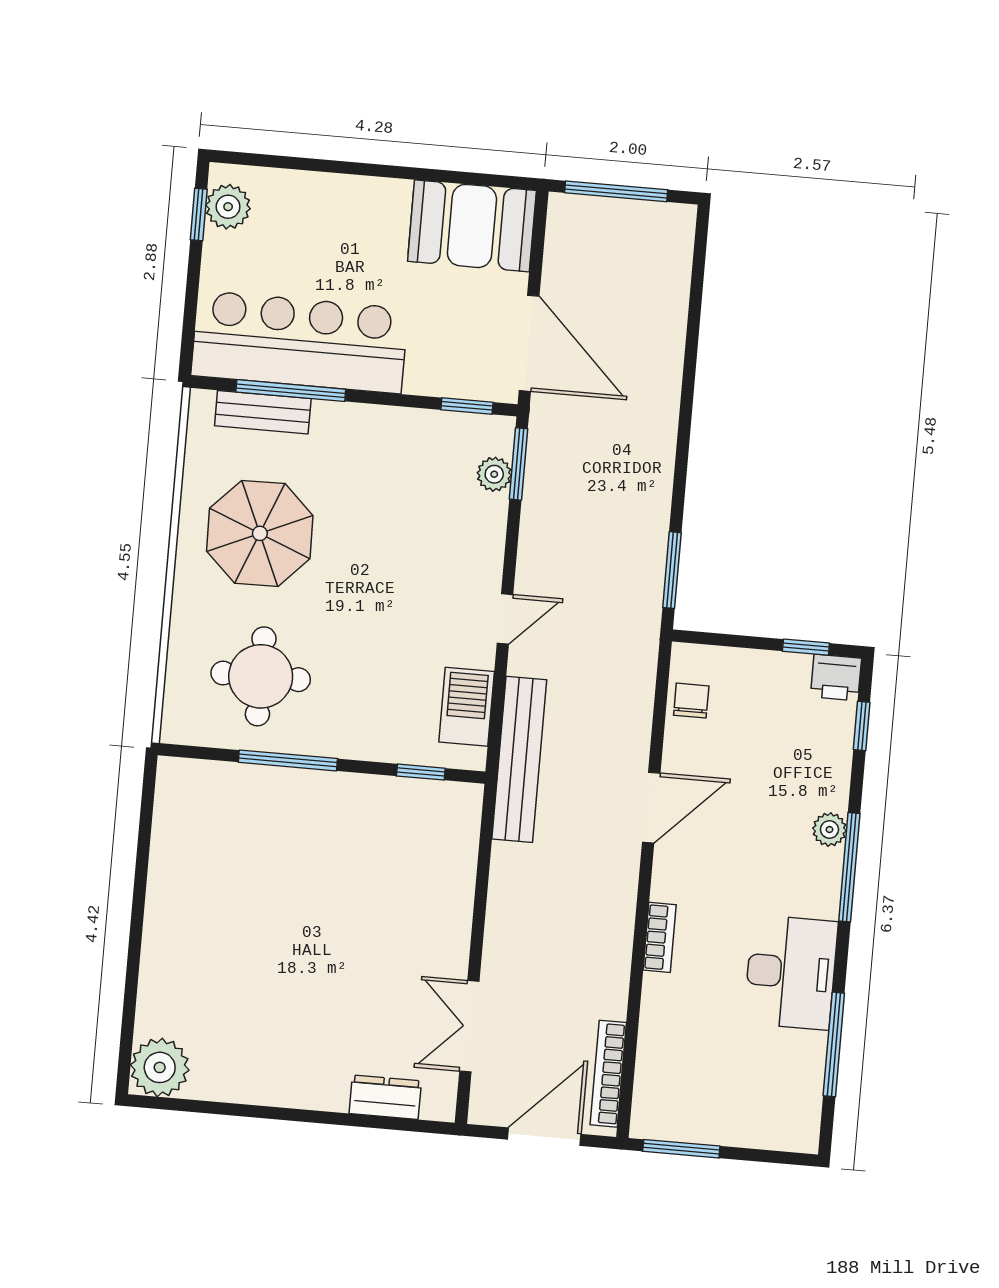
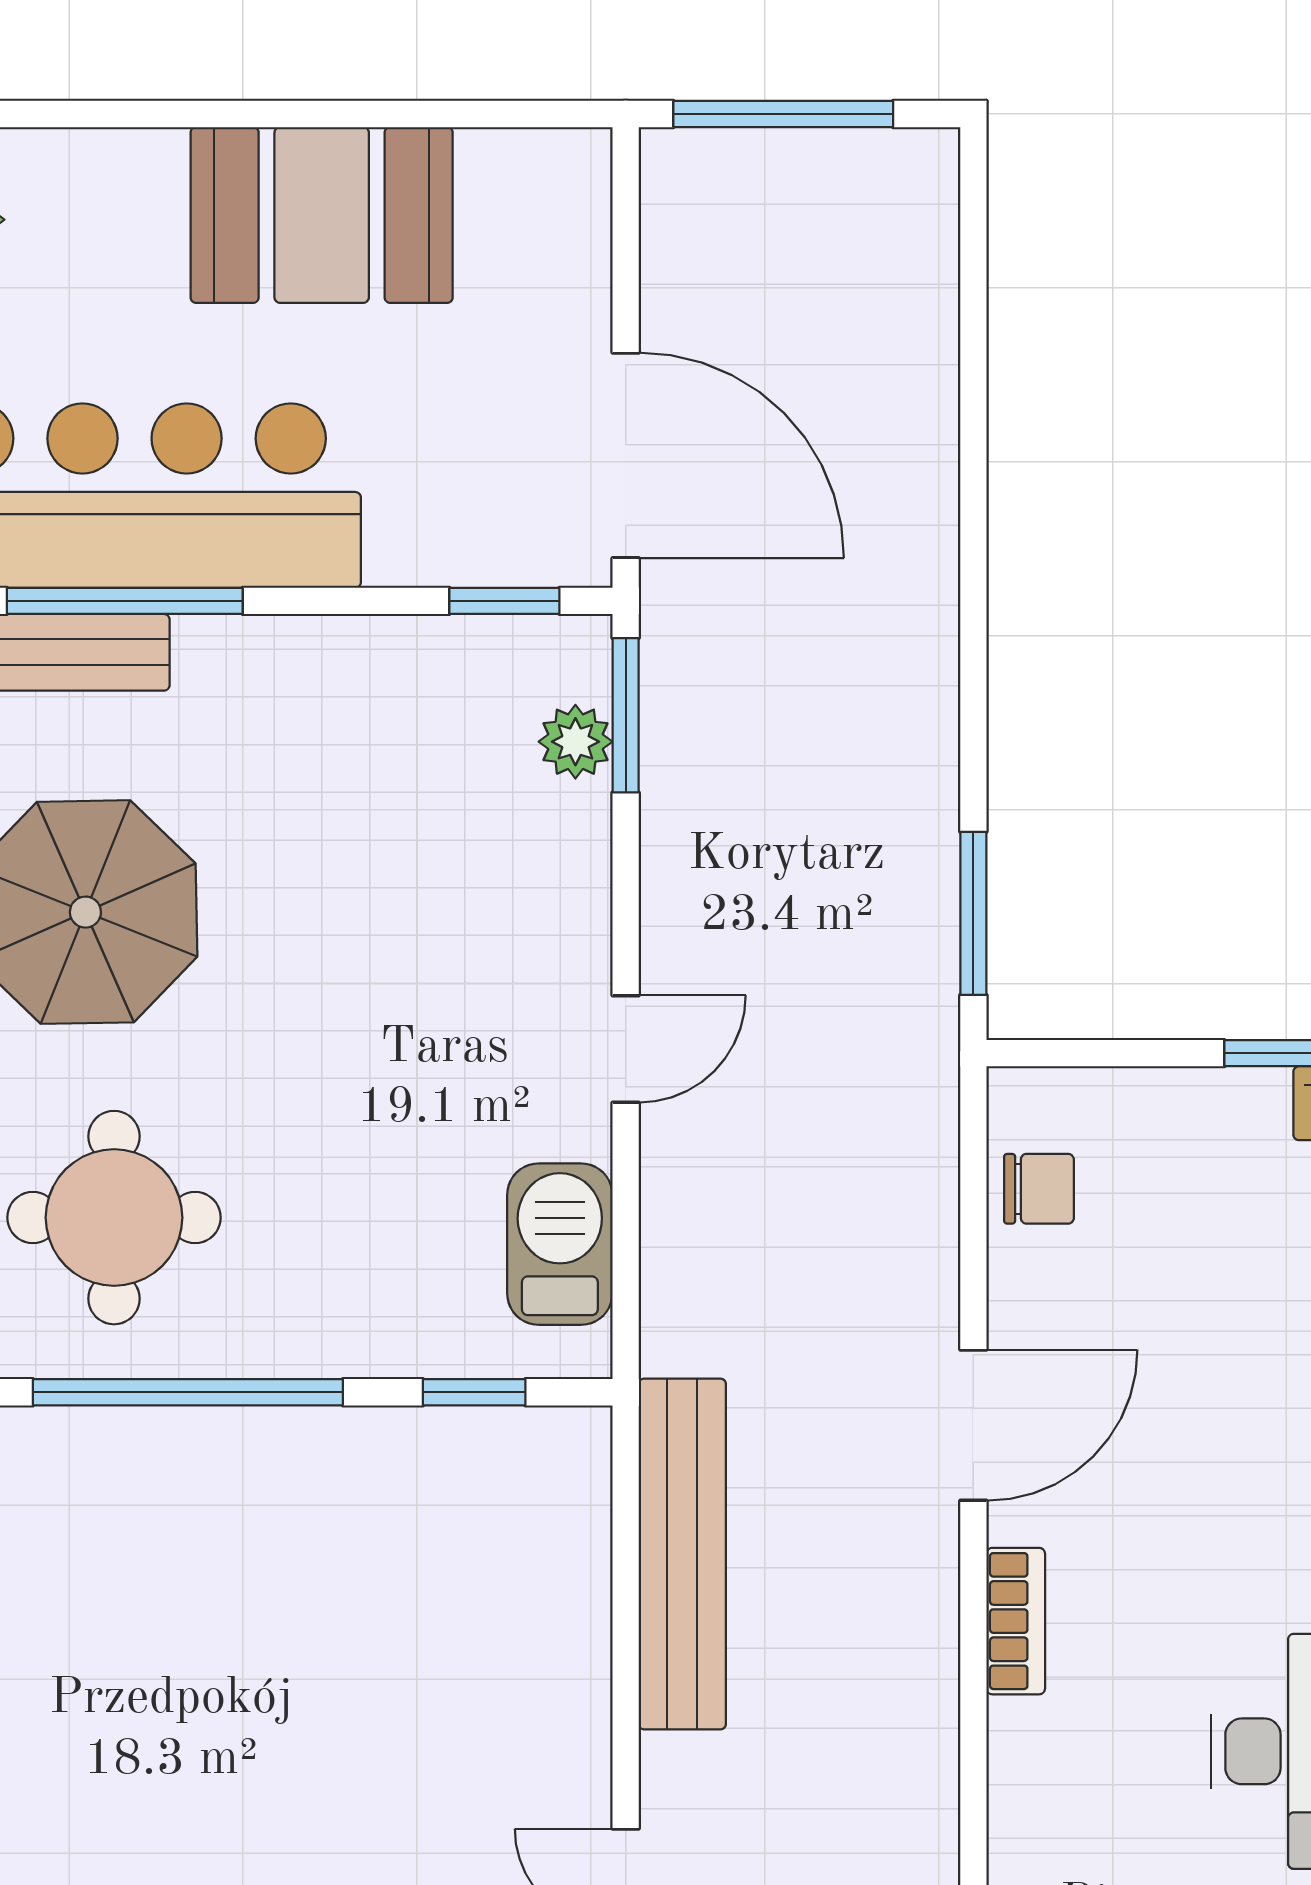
booth: (472, 226) -> (322, 215), moved
chair: (691, 701) -> (1039, 1189), turned 90
bench: (519, 759) -> (682, 1554), moved
window: (288, 760) -> (188, 1392), width x1.46
bookcase: (660, 937) -> (1016, 1621), moved

